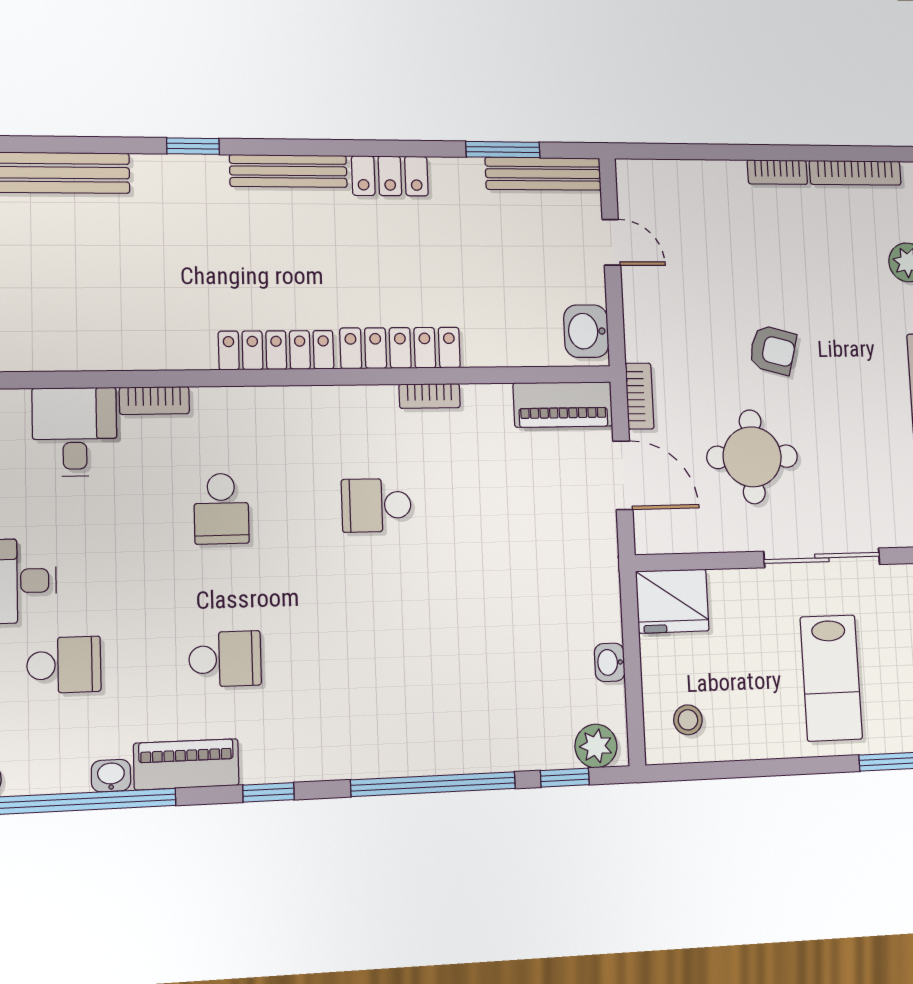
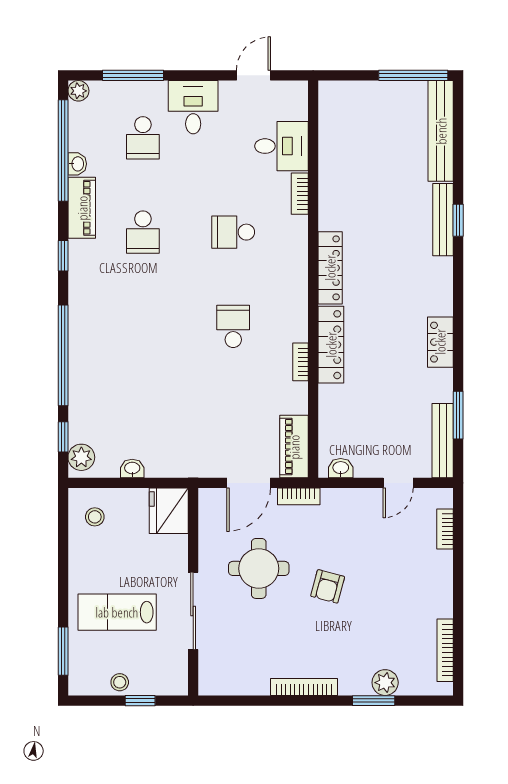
bench: (288, 171) -> (443, 220), moved
bookcase: (777, 172) -> (445, 529), moved
washbasin: (586, 331) -> (341, 468), width x0.72, depth x0.69

